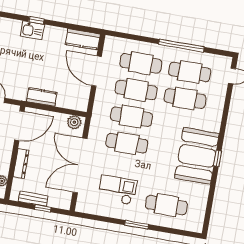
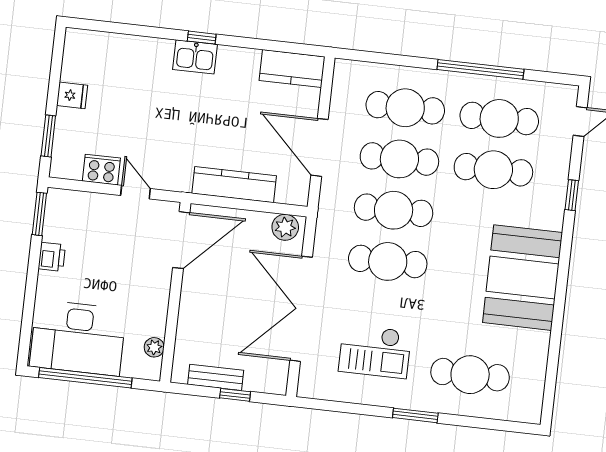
door: (96, 71) -> (319, 147), moved
kitchen counter: (42, 97) -> (234, 185), width x1.50
window: (218, 158) -> (572, 195), moved
dresser: (21, 164) -> (189, 312), removed
checkout: (117, 190) -> (375, 351), turned 180

